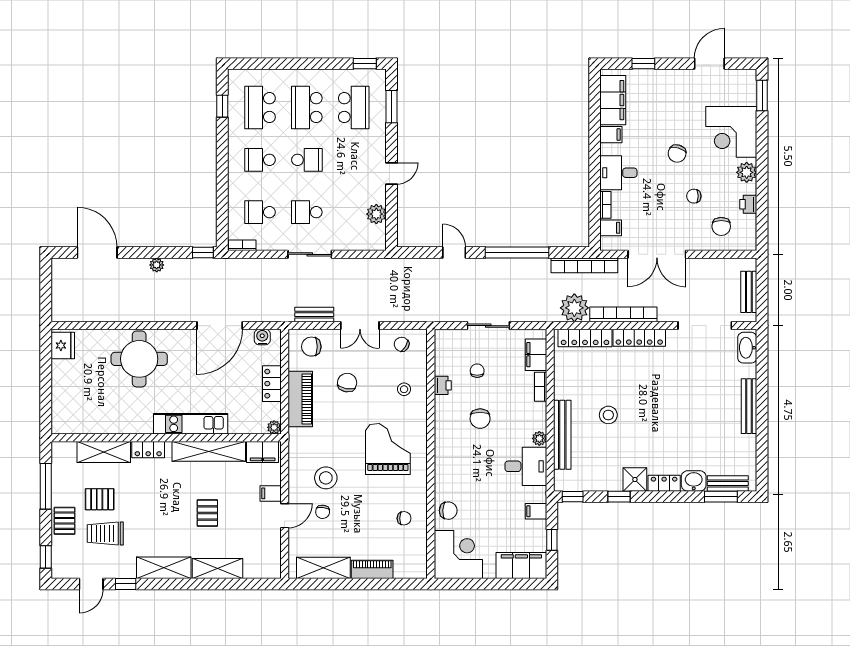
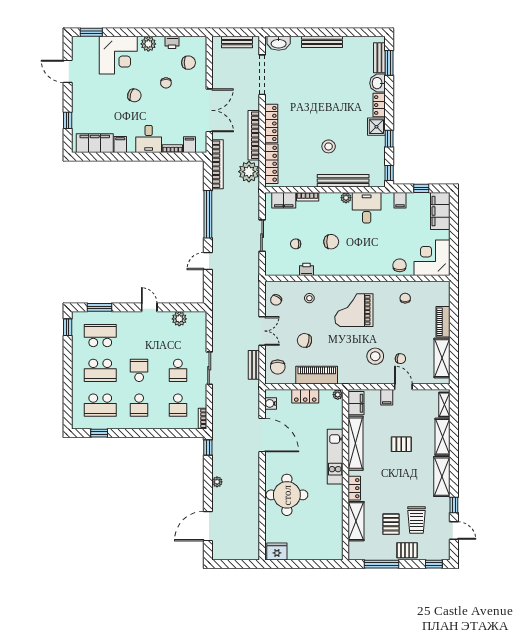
shelving: (261, 571) -> (444, 405), added

